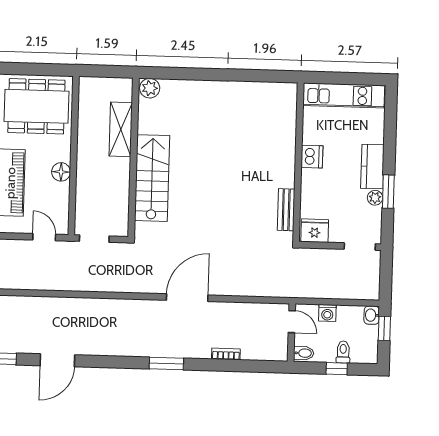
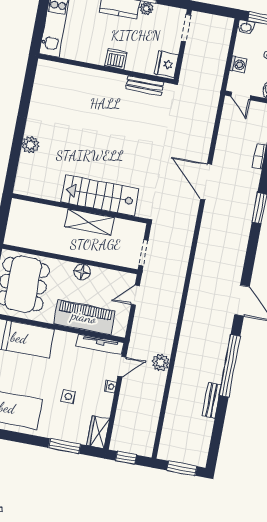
plant: (150, 88) -> (31, 145), moved
shelving: (121, 129) -> (89, 222), moved
dishwasher: (312, 157) -> (116, 59), moved
door: (292, 322) -> (241, 96), swing flipped

